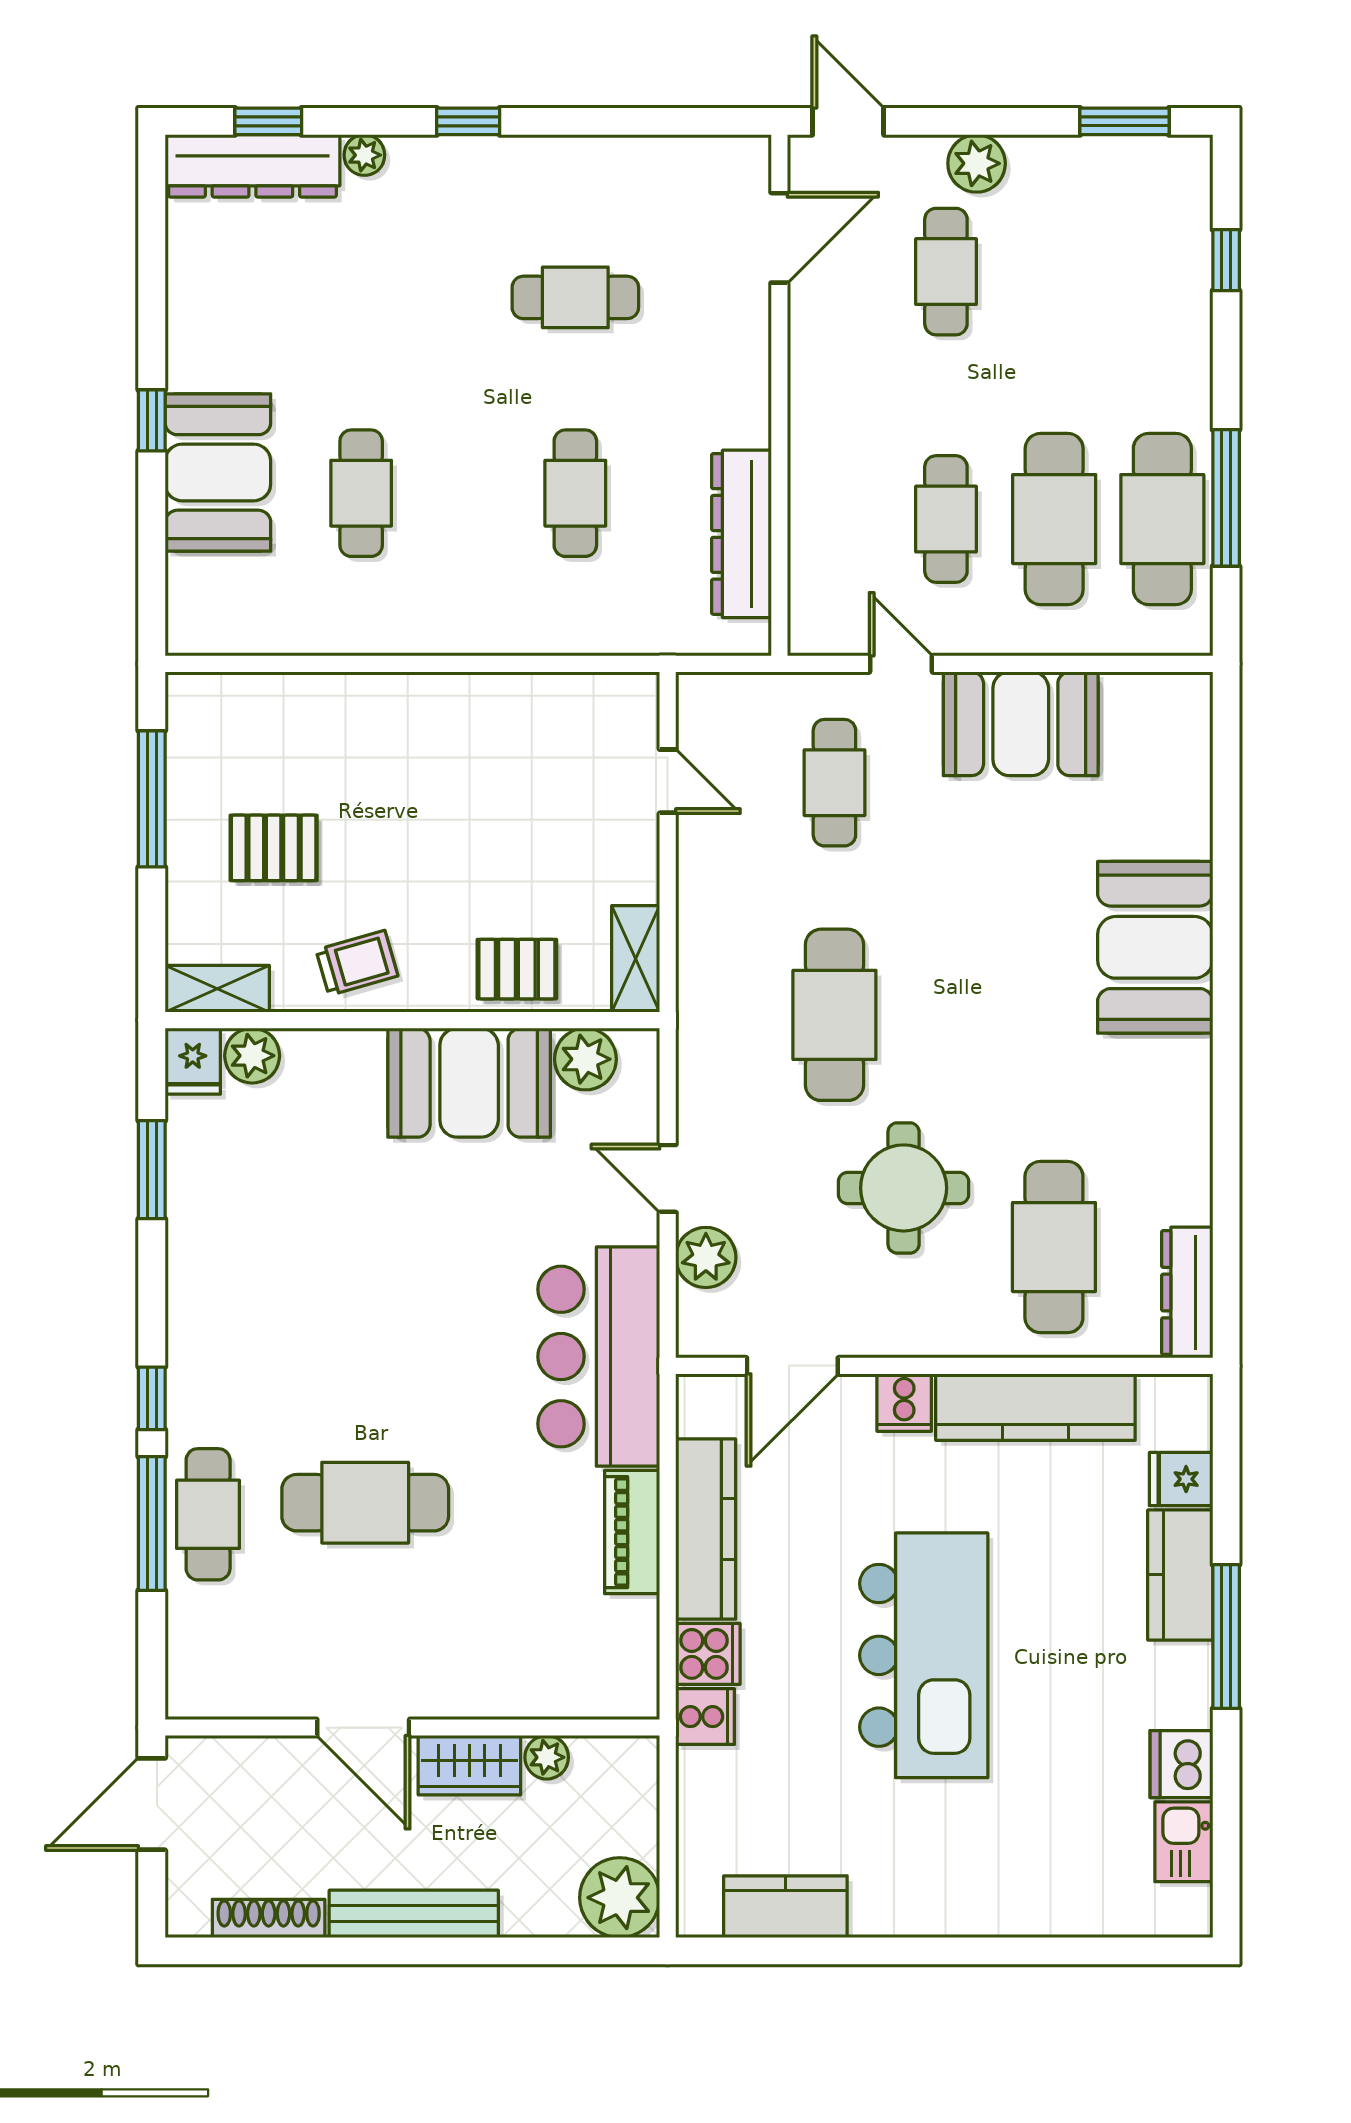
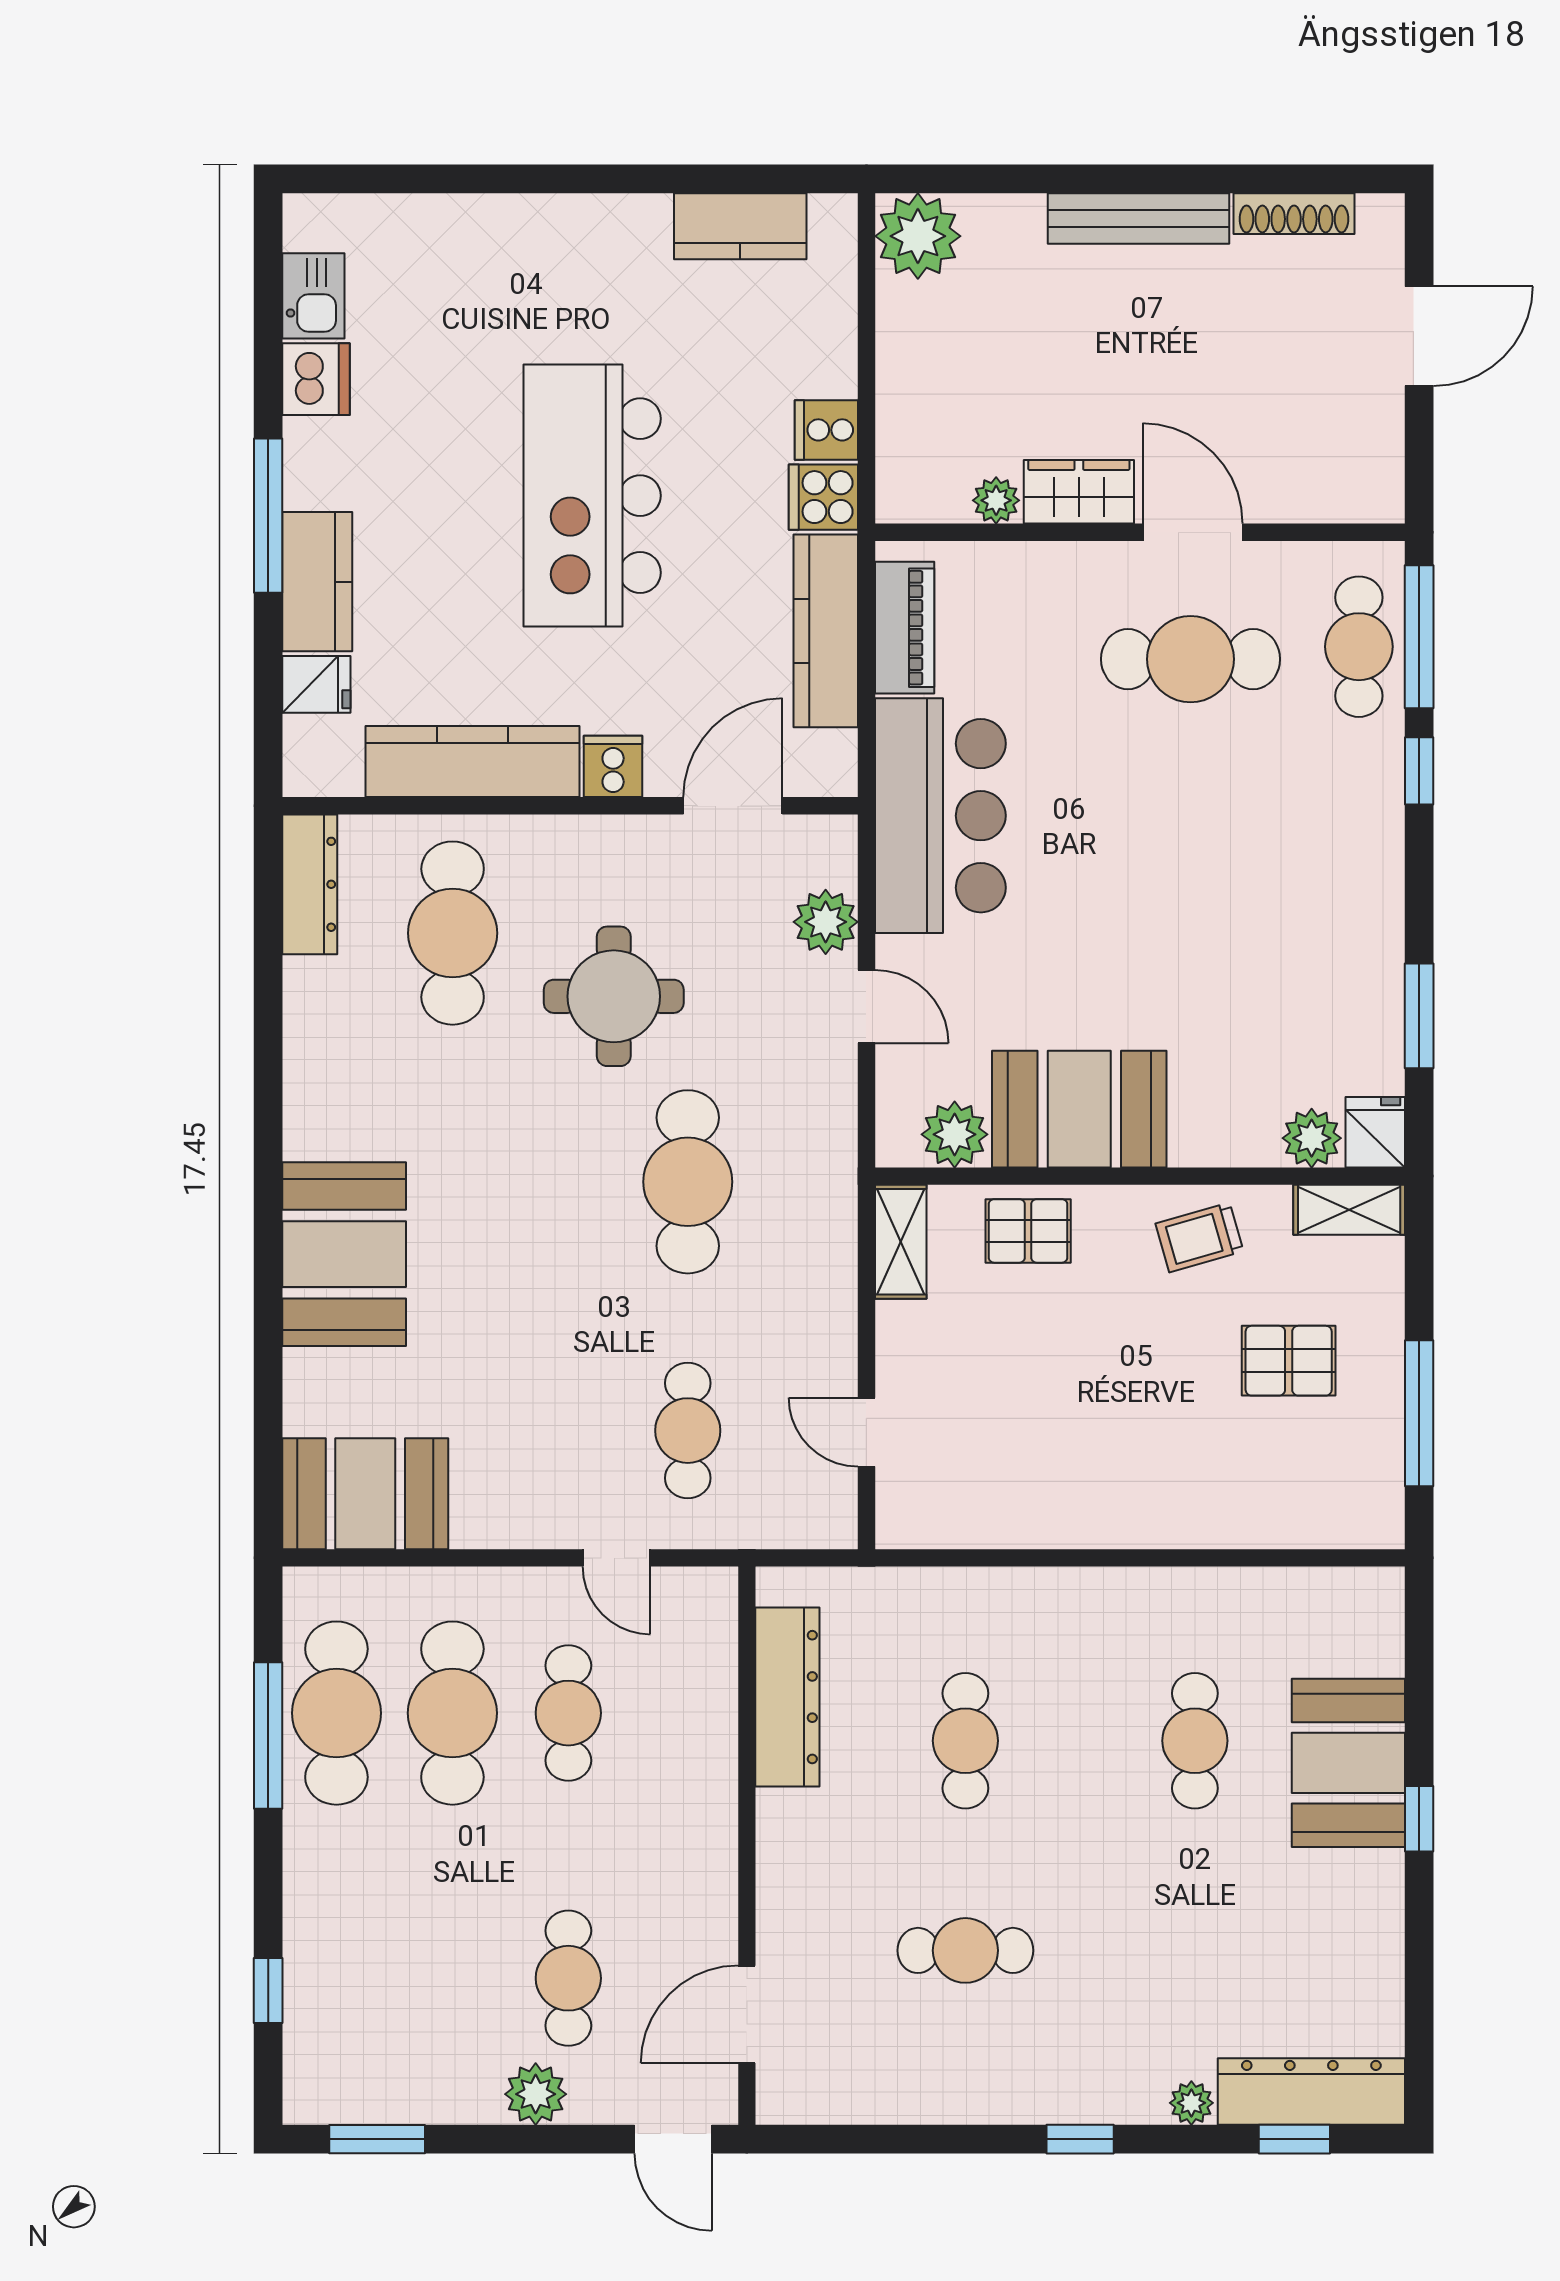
booth: (1021, 724) -> (365, 1494), moved
door: (363, 1728) -> (1193, 532), moved
wall: (412, 1728) -> (1140, 532), moved
plant: (547, 1757) -> (996, 500), moved
wardrobe: (469, 1765) -> (1079, 492), moved

